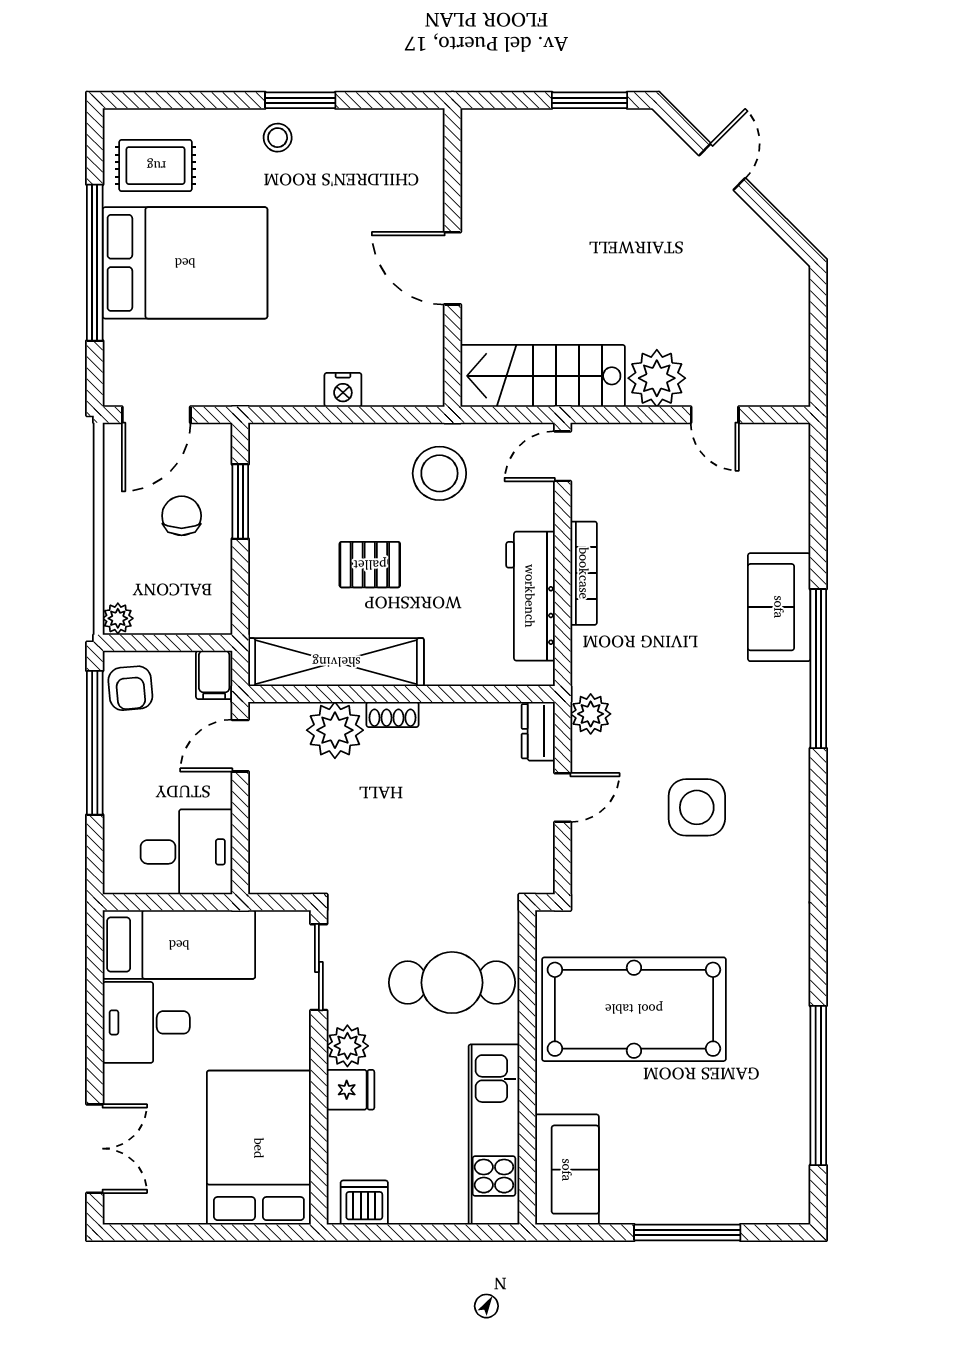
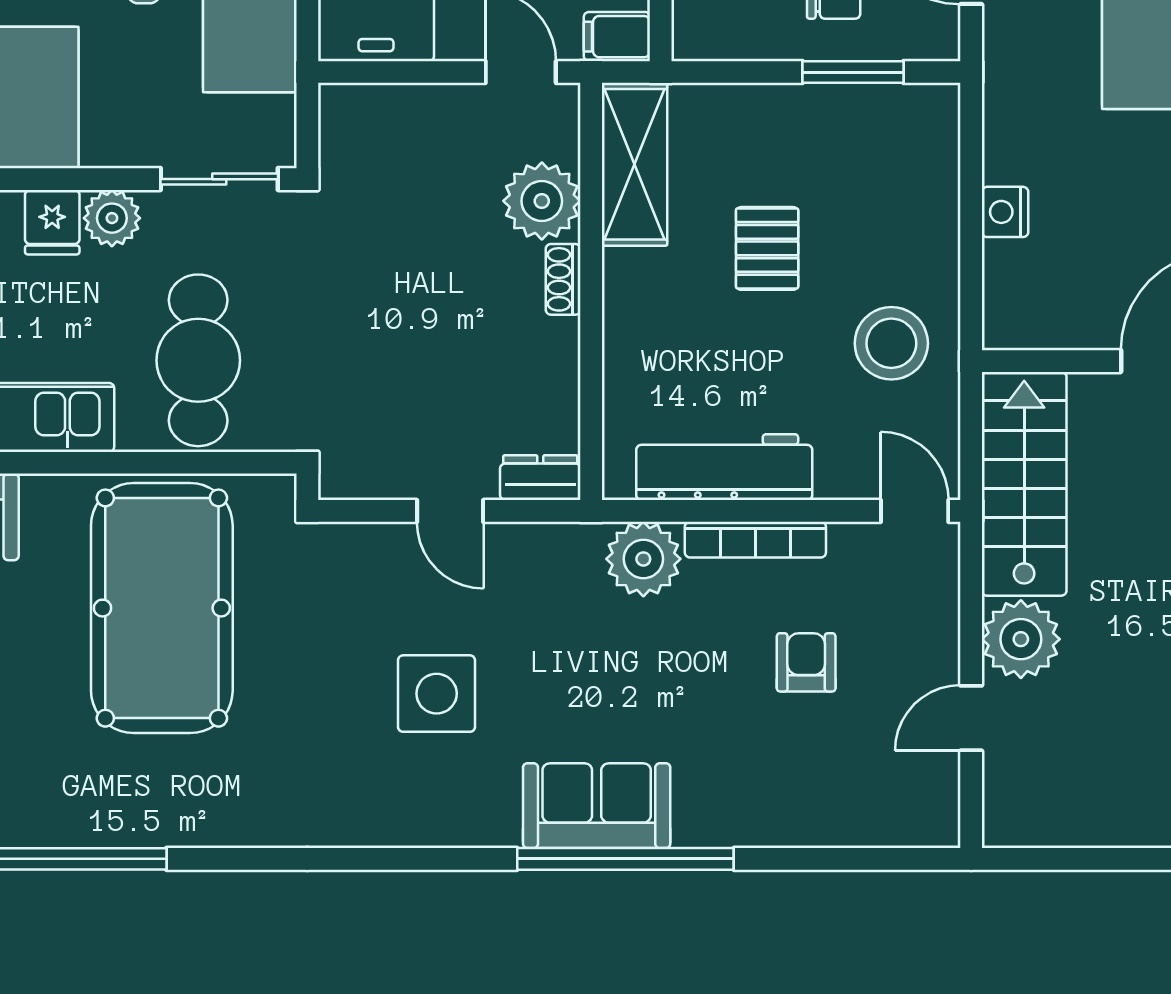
armchair: (674, 536) -> (806, 662), added
sofa: (779, 607) -> (597, 806), moved
shelving: (336, 662) -> (634, 164), width x0.68
plant: (591, 714) -> (643, 559), moved, width x1.36, depth x1.36

